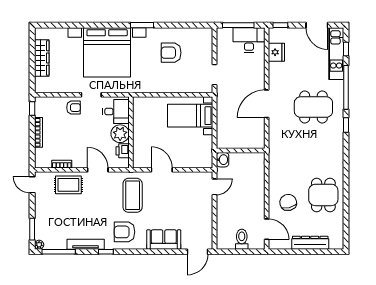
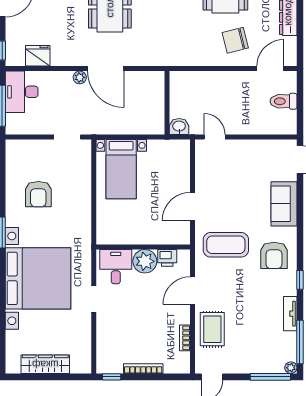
plant: (260, 84) -> (80, 77), added
armchair: (74, 108) -> (111, 322), removed
window: (32, 229) -> (270, 377), width x1.44
tv unit: (86, 244) -> (290, 314), width x0.71

